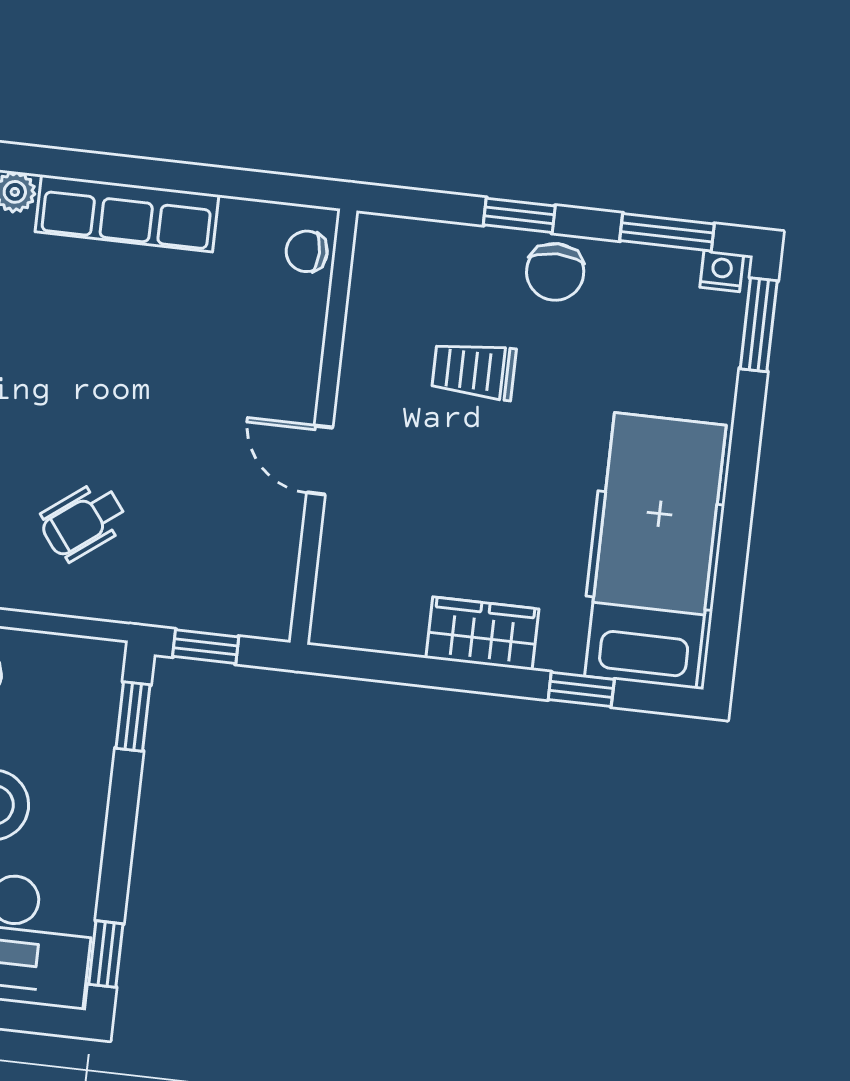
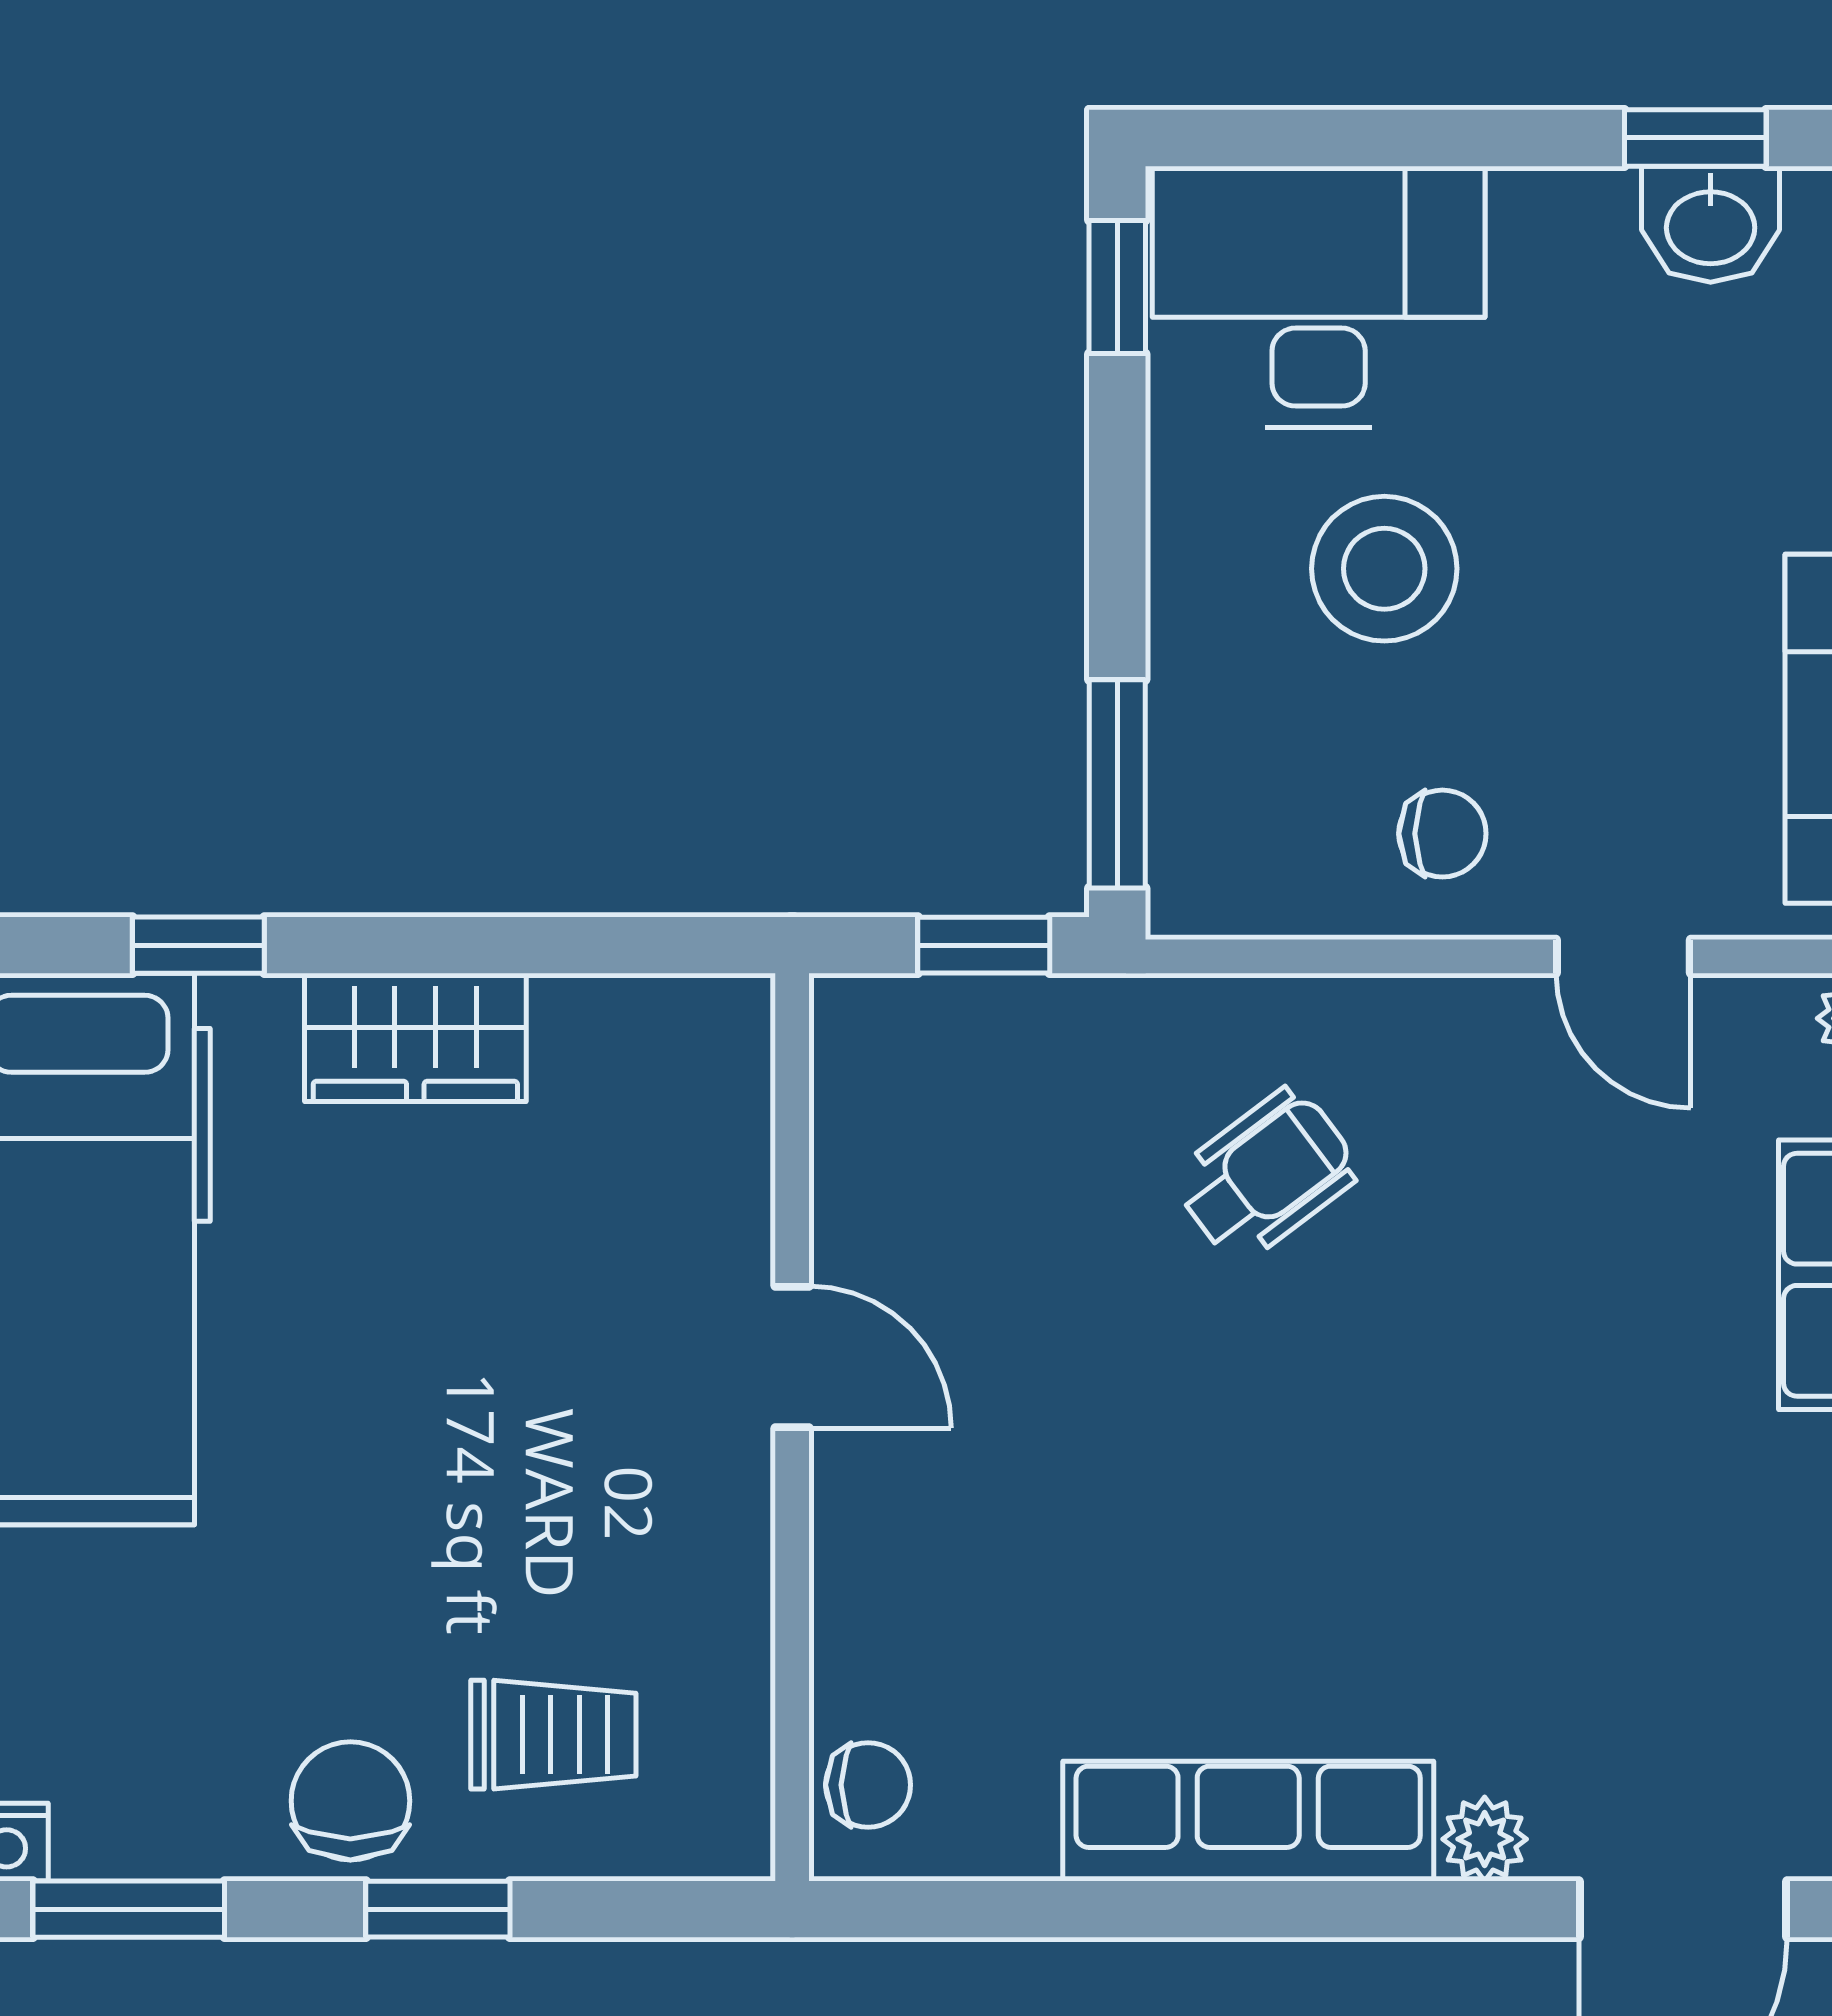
trolley: (474, 371) -> (553, 1735), moved
window: (133, 717) -> (1117, 784), width x1.50

